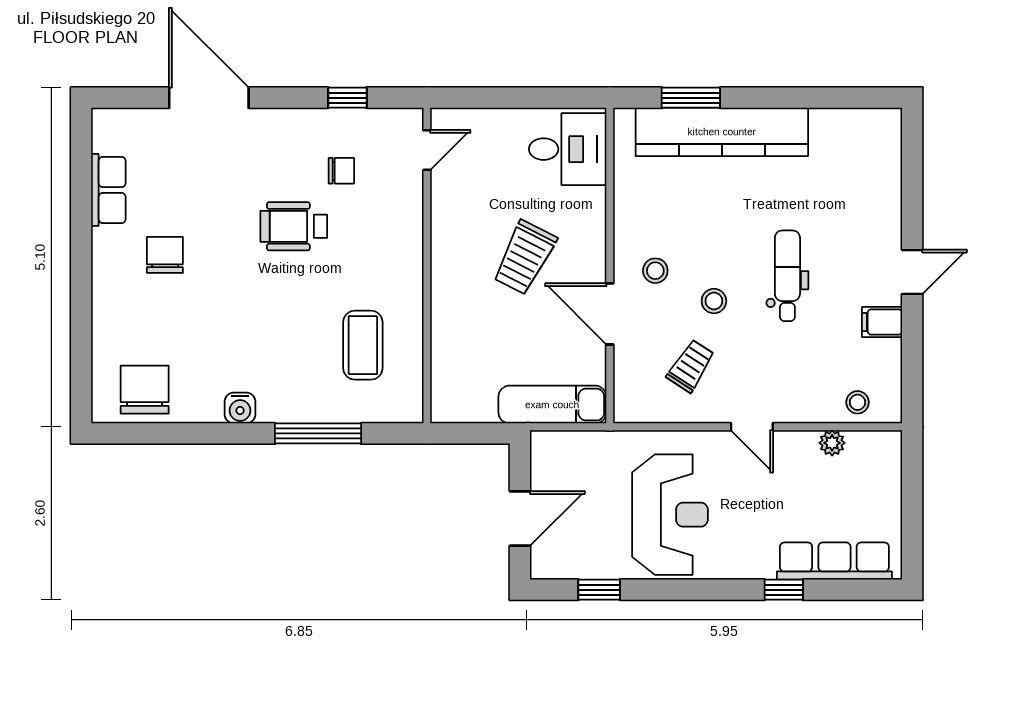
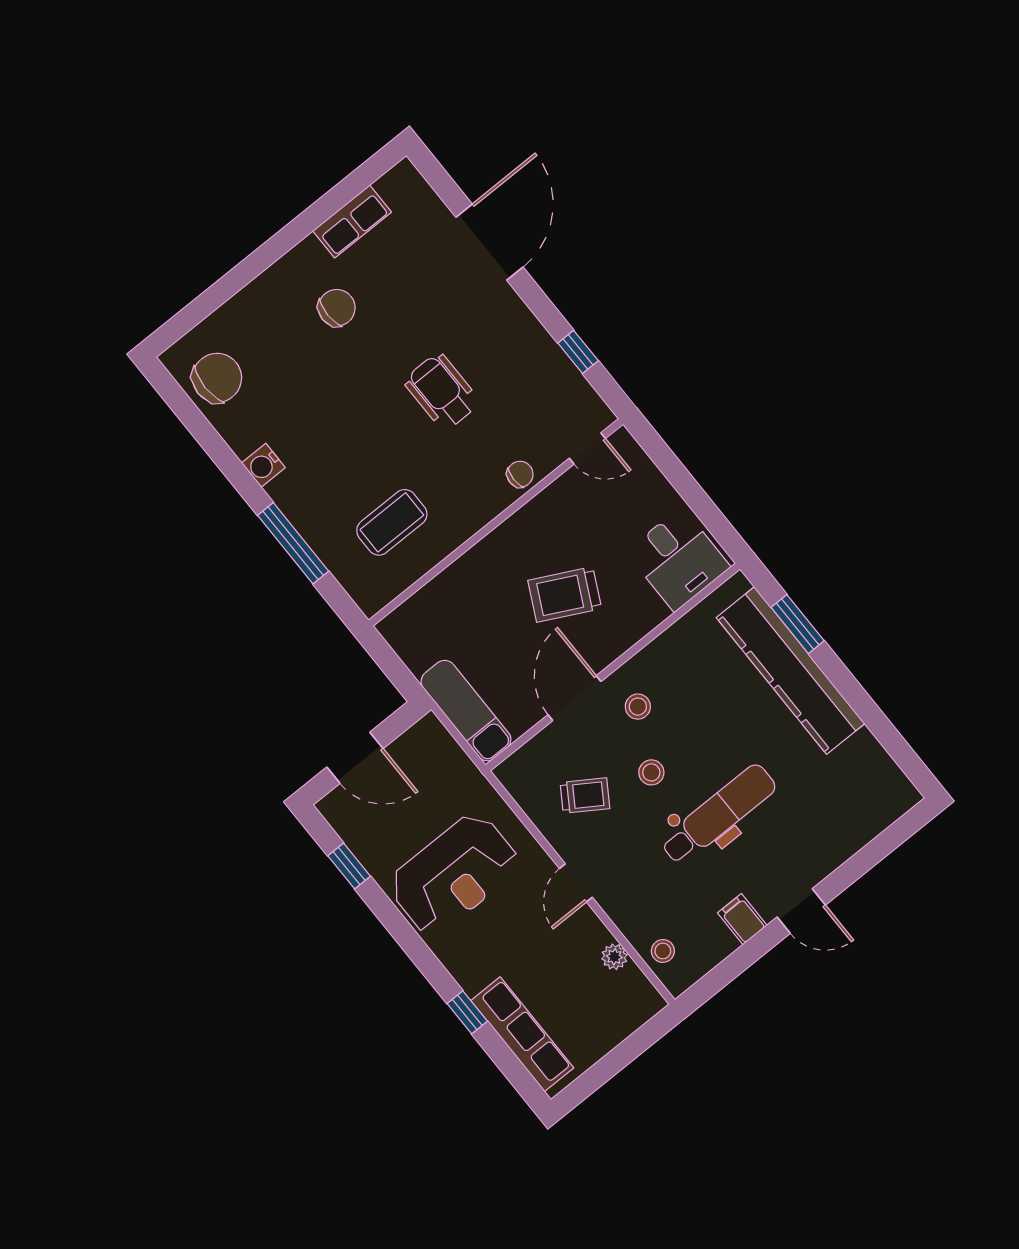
chair: (341, 171) -> (520, 474), moved, turned -90
dental chair: (787, 276) -> (718, 814), width x1.36, depth x1.38

